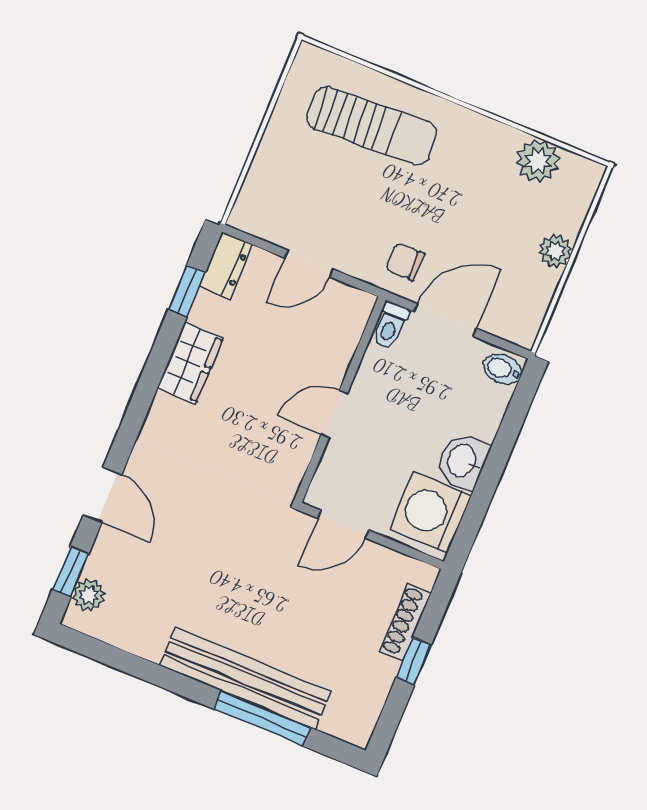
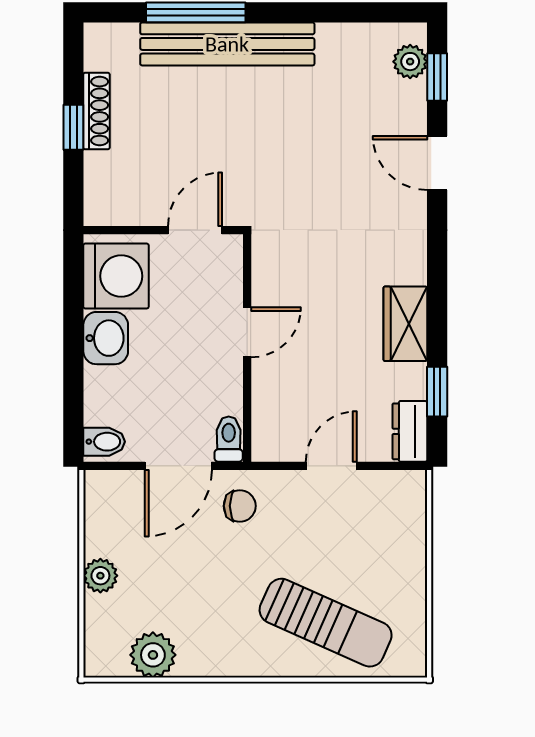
sun lounger: (372, 126) -> (326, 623), turned -153
shoe rack: (406, 622) -> (96, 111), moved

